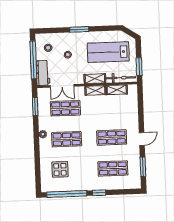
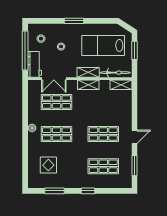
window: (139, 67) -> (134, 50), moved
shelving: (117, 90) -> (121, 85), moved
window: (35, 107) -> (25, 99), removed
window: (67, 194) -> (54, 191), width x0.47

